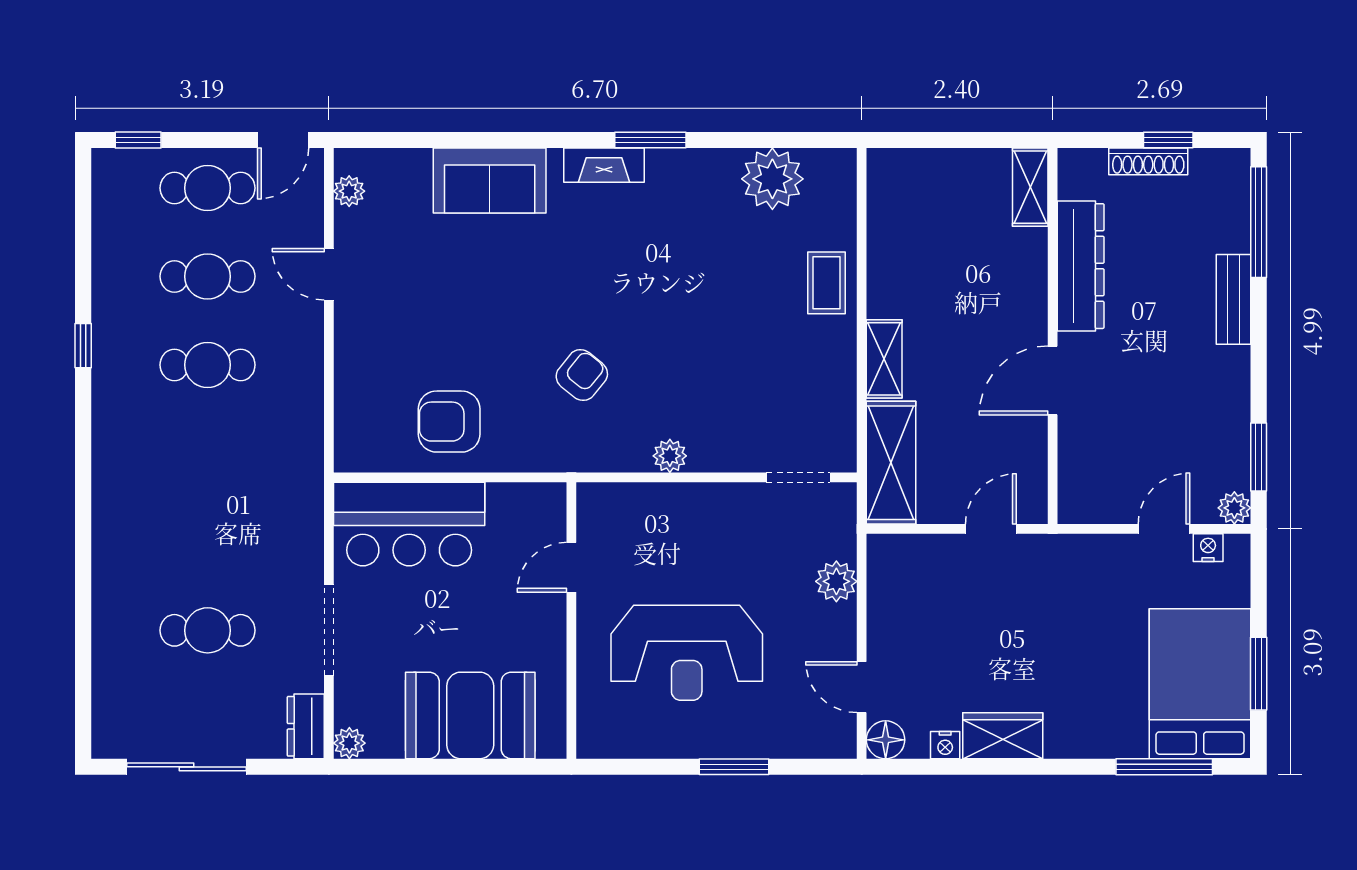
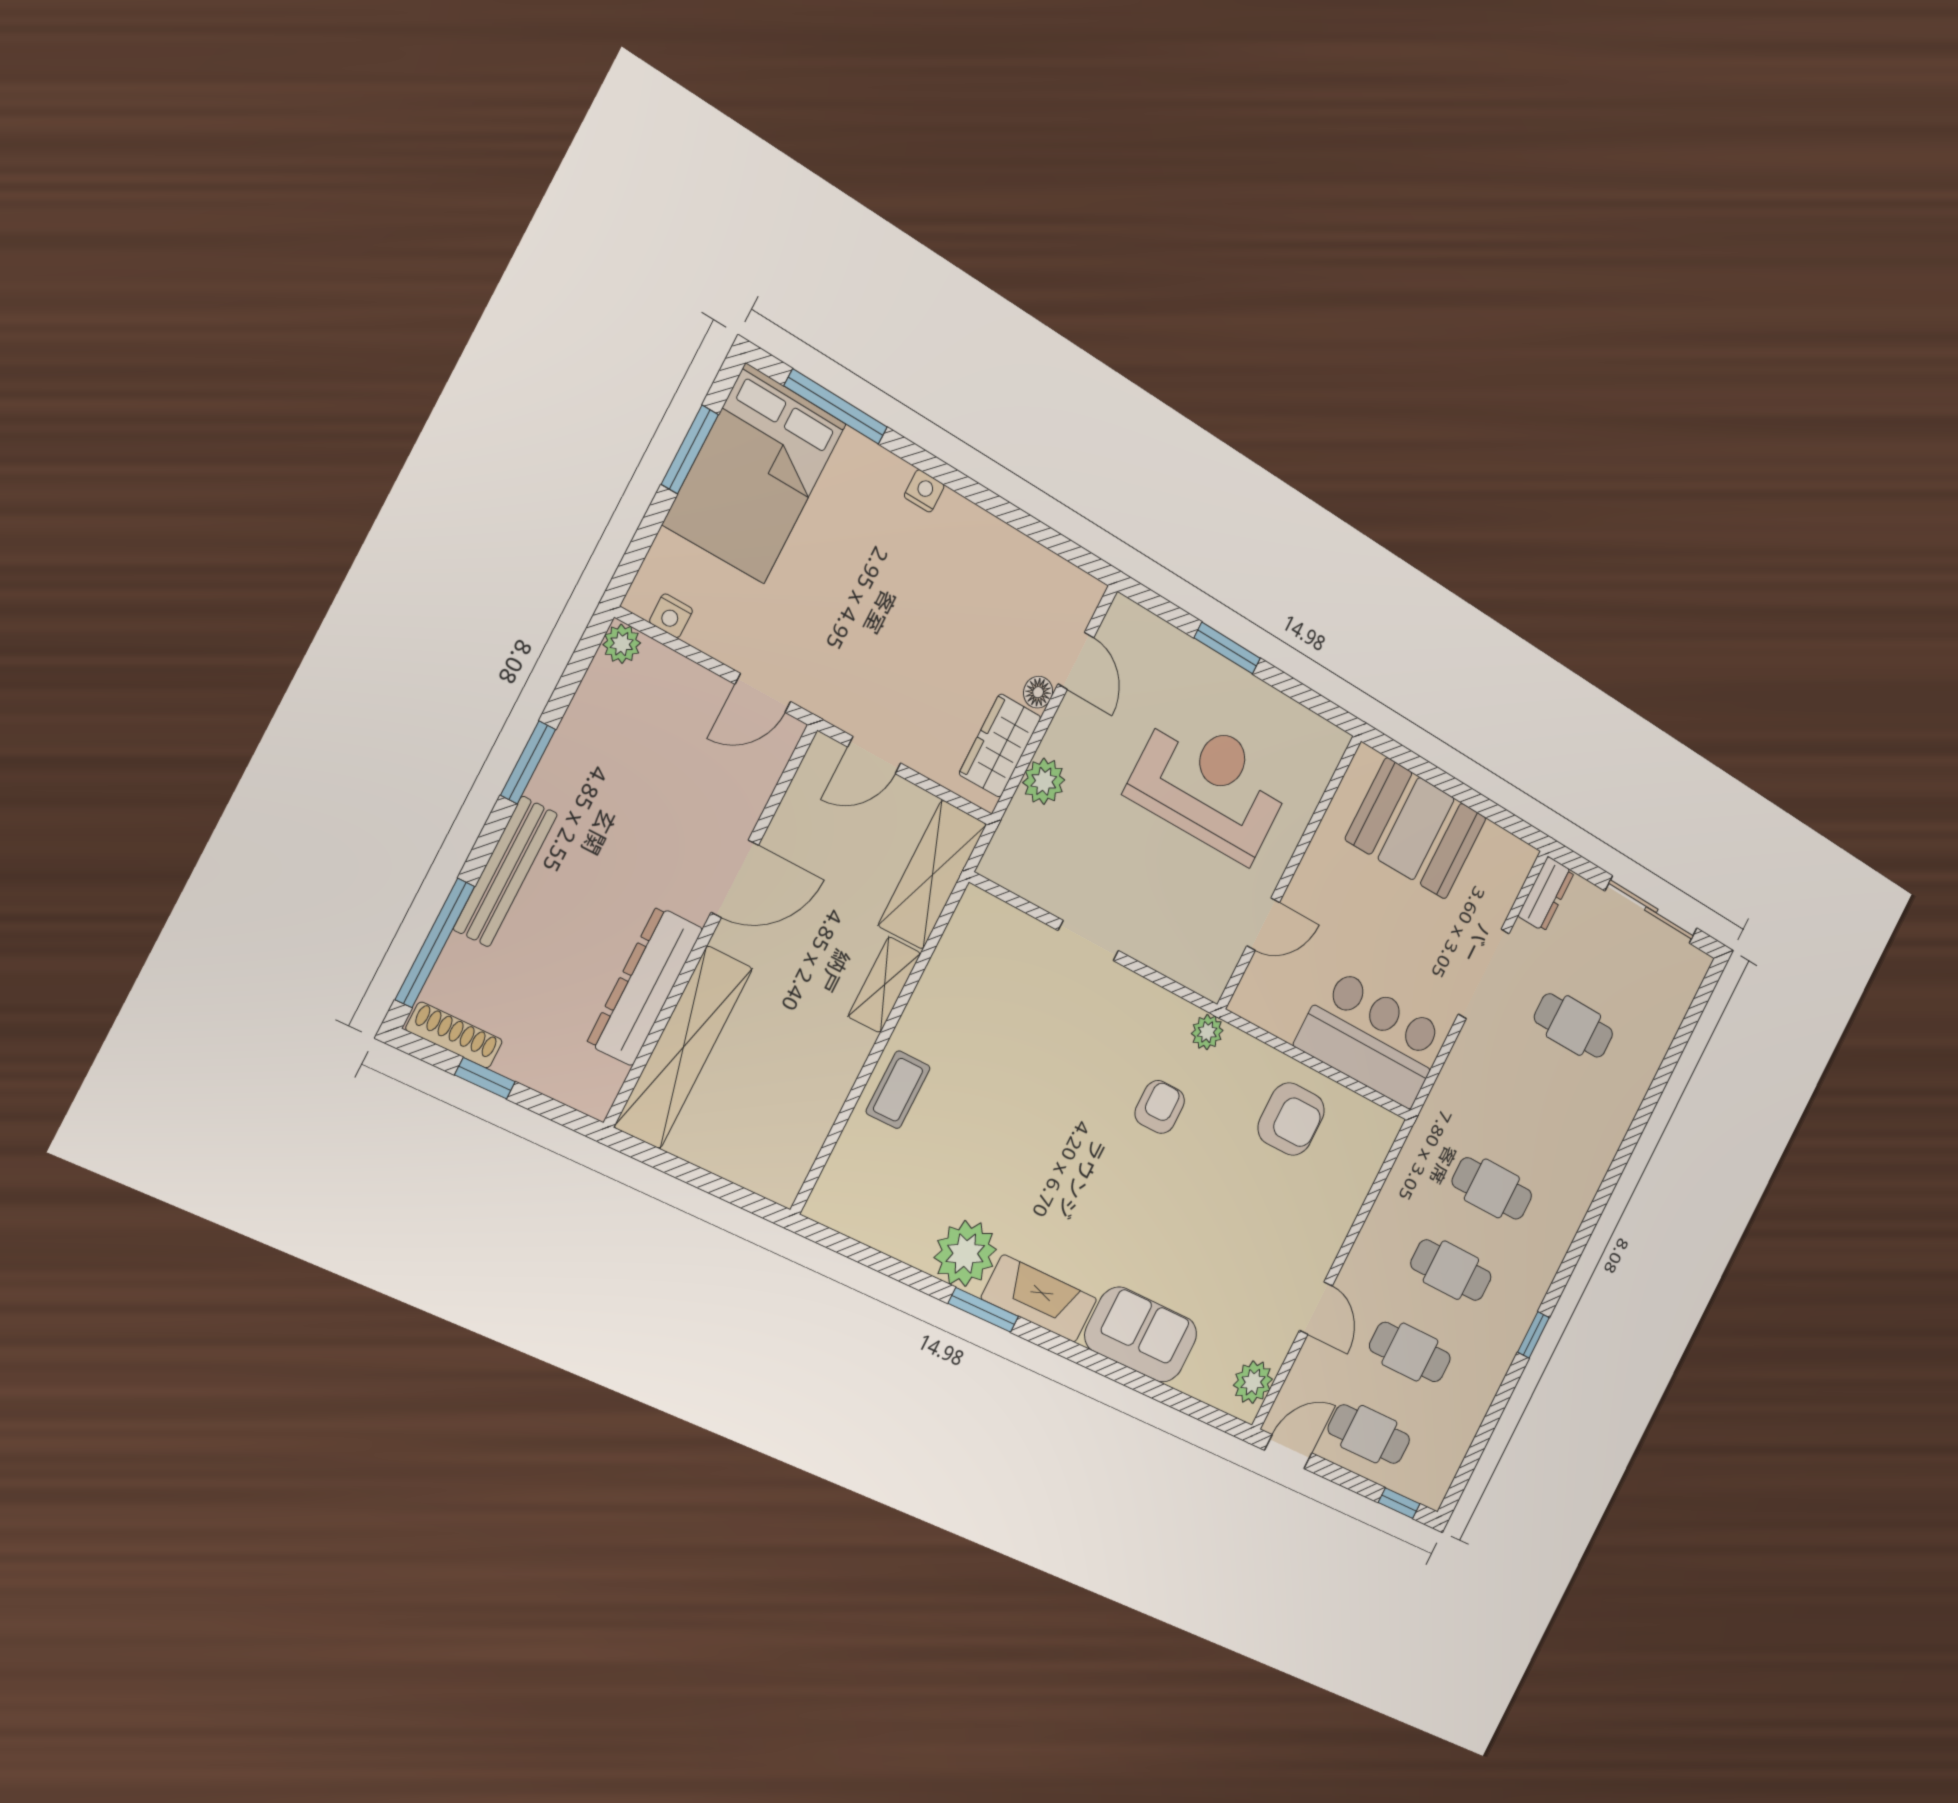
shoe rack: (1148, 161) -> (454, 1035), moved
fireplace: (604, 165) -> (1039, 1299), width x1.37, depth x1.32
plant: (772, 179) -> (965, 1254), moved
shelving: (1030, 187) -> (683, 1047), width x2.20, depth x1.33
plant: (349, 191) -> (1253, 1382), width x1.38, depth x1.38
bench: (1233, 299) -> (505, 872), width x1.36
armchair: (582, 375) -> (1160, 1107), turned 141
cafe table: (208, 453) -> (1492, 1188), added
plant: (670, 456) -> (1207, 1032), moved
window: (1259, 457) -> (528, 762), moved
doorway: (798, 477) -> (1088, 941), moved
door: (1164, 529) -> (763, 693), moved
wardrobe: (1003, 736) -> (1000, 746), moved, turned 90
floor lamp: (886, 740) -> (1038, 692), moved, width x0.73, depth x0.73
plant: (349, 743) -> (1522, 859), removed
nightstand: (945, 745) -> (924, 491), moved

